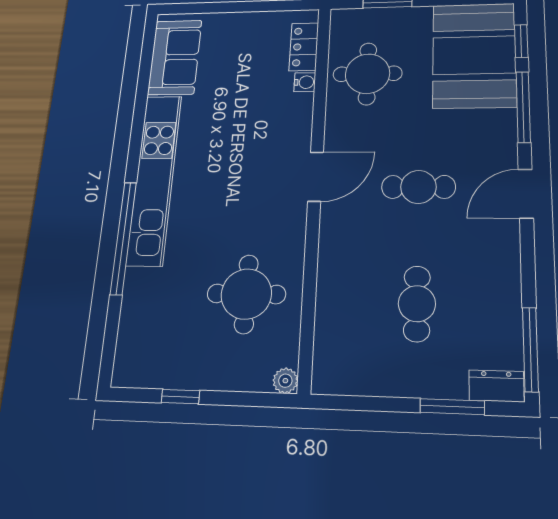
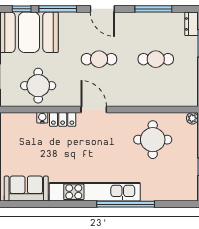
locker: (304, 47) -> (63, 119), moved
cafe table: (418, 187) -> (99, 59), turned 90
window: (530, 349) -> (153, 9), moved

